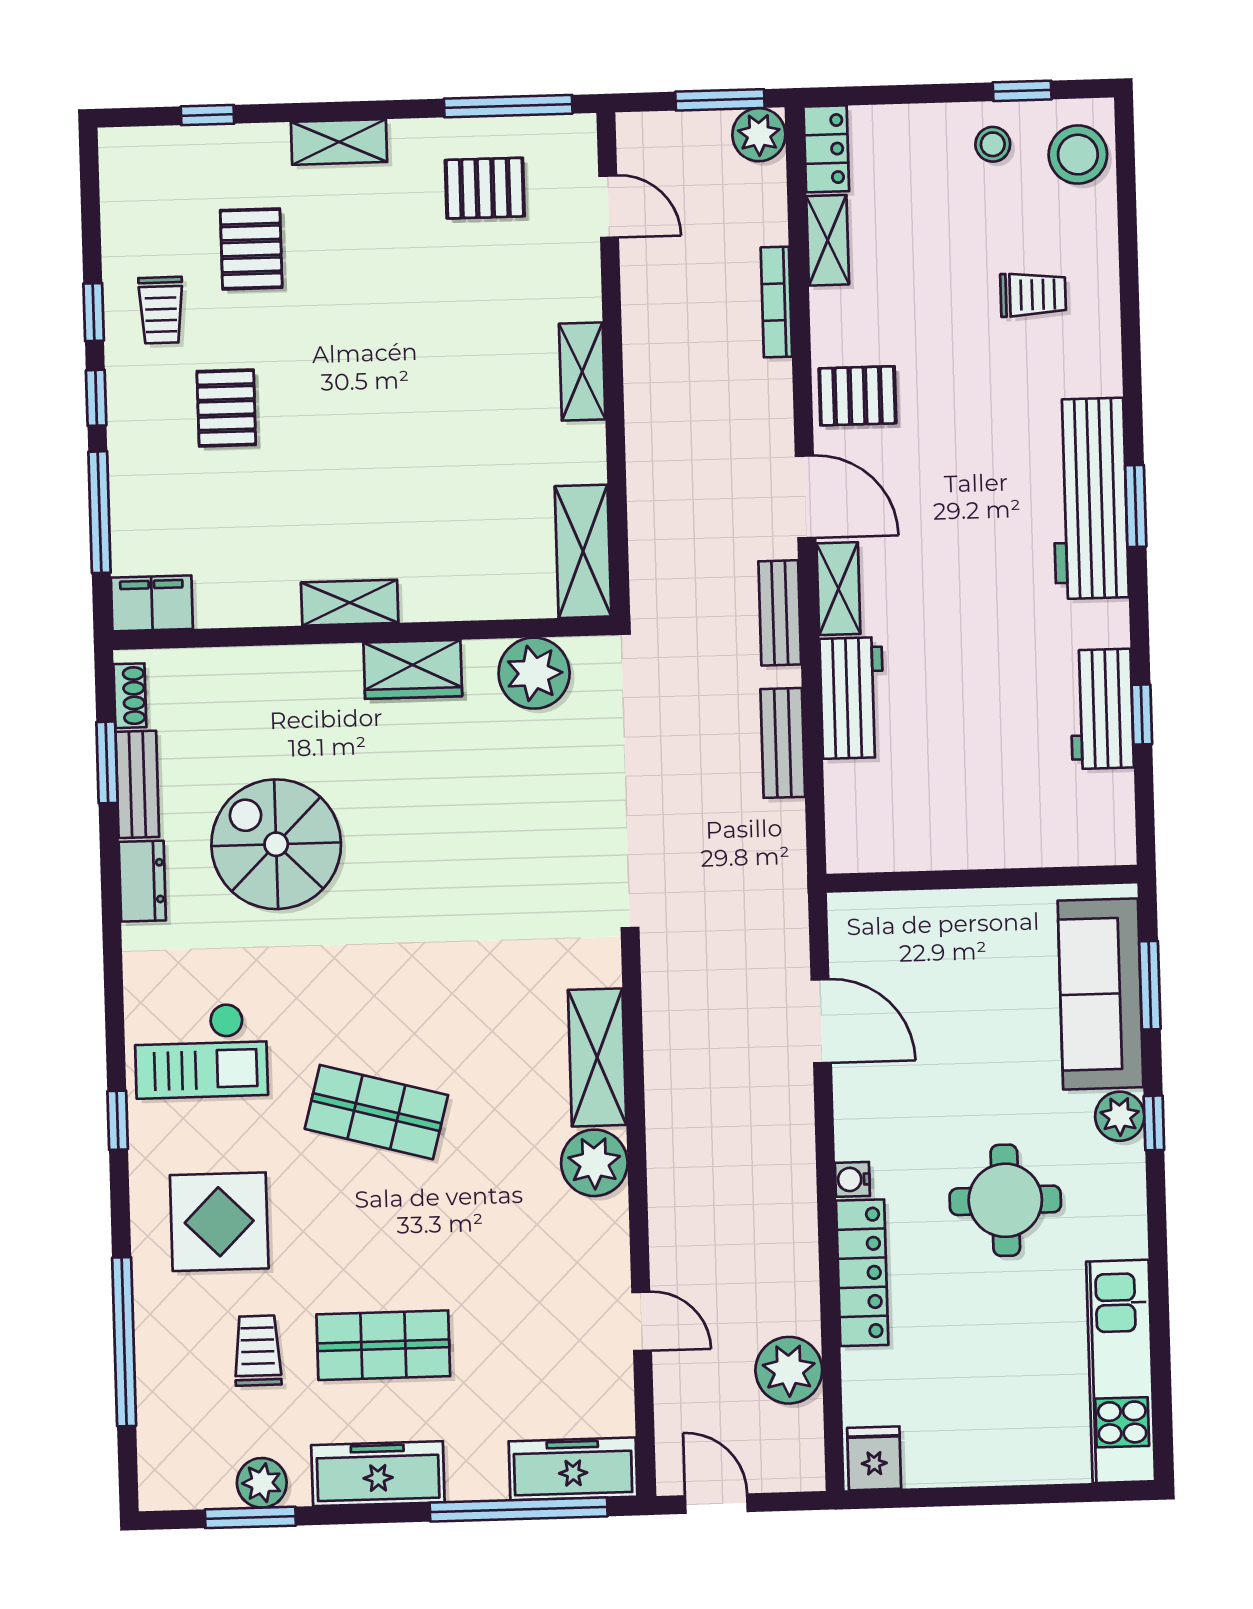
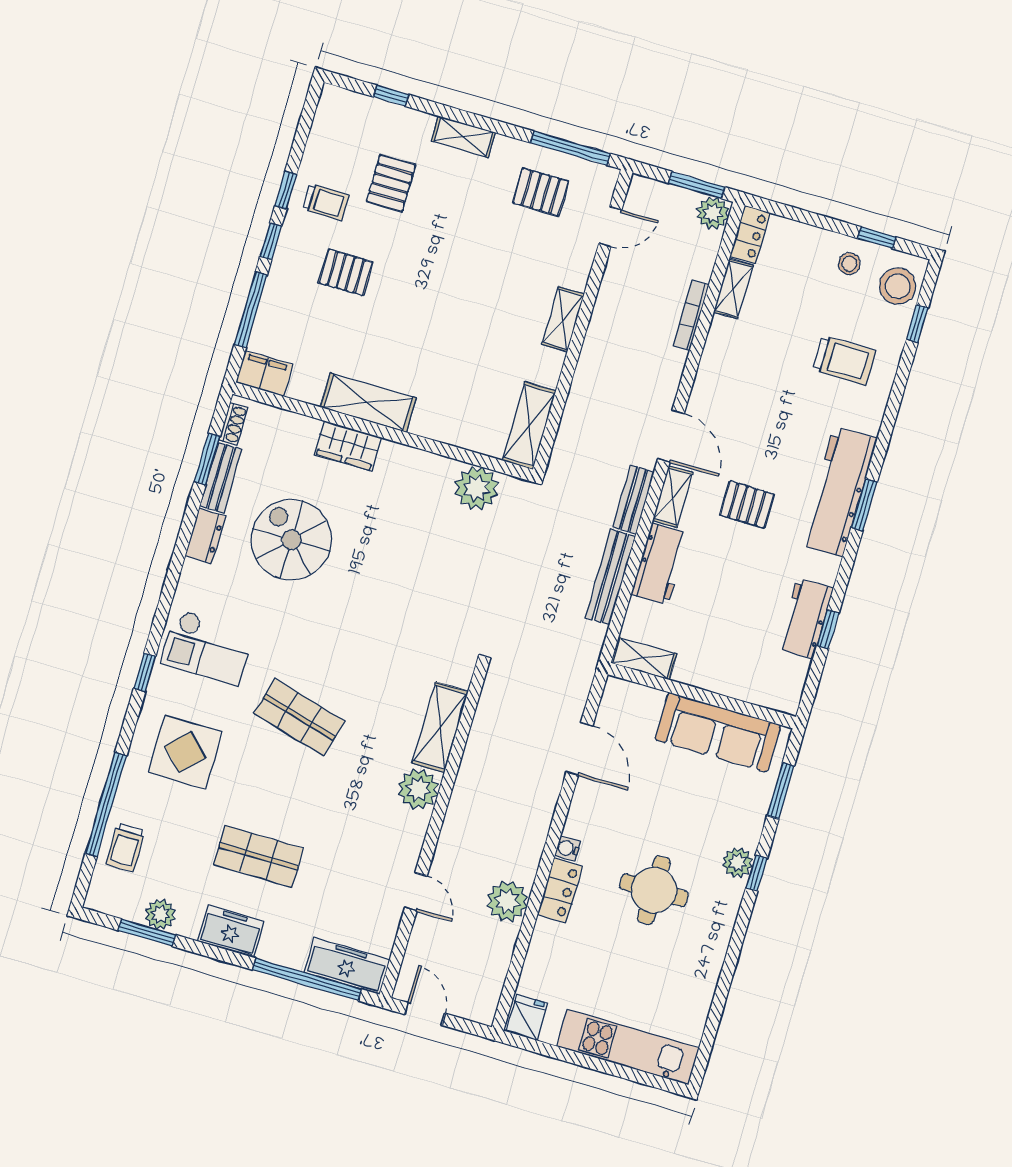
window: (1127, 202) -> (917, 324), added
door: (609, 207) -> (610, 227), hinge flipped
trolley: (1033, 295) -> (844, 360), width x1.36, depth x1.39
trolley: (161, 310) -> (326, 202), turned -90
pallet: (857, 396) -> (747, 504), moved
pallet: (226, 408) -> (346, 272), turned 90
shelving: (350, 603) -> (368, 403), width x1.50, depth x1.33
wardrobe: (413, 669) -> (348, 446), moved
bench: (783, 743) -> (610, 577), width x1.36
shelving: (875, 850) -> (644, 658), added
sofa: (1101, 994) -> (718, 732), moved, turned -90
locker: (862, 1273) -> (560, 891), width x0.66
trolley: (258, 1351) -> (125, 847), moved, turned 180
plant: (789, 1370) -> (507, 901), moved
kitchen unit: (1121, 1371) -> (628, 1047), moved, turned 90
freezer: (378, 1474) -> (231, 931), width x0.71

